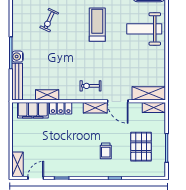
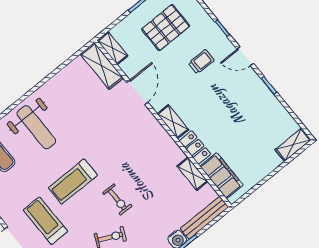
exercise bike: (91, 86) -> (117, 200), moved
shelving: (95, 108) -> (173, 122), moved
door: (36, 178) -> (245, 56), moved

